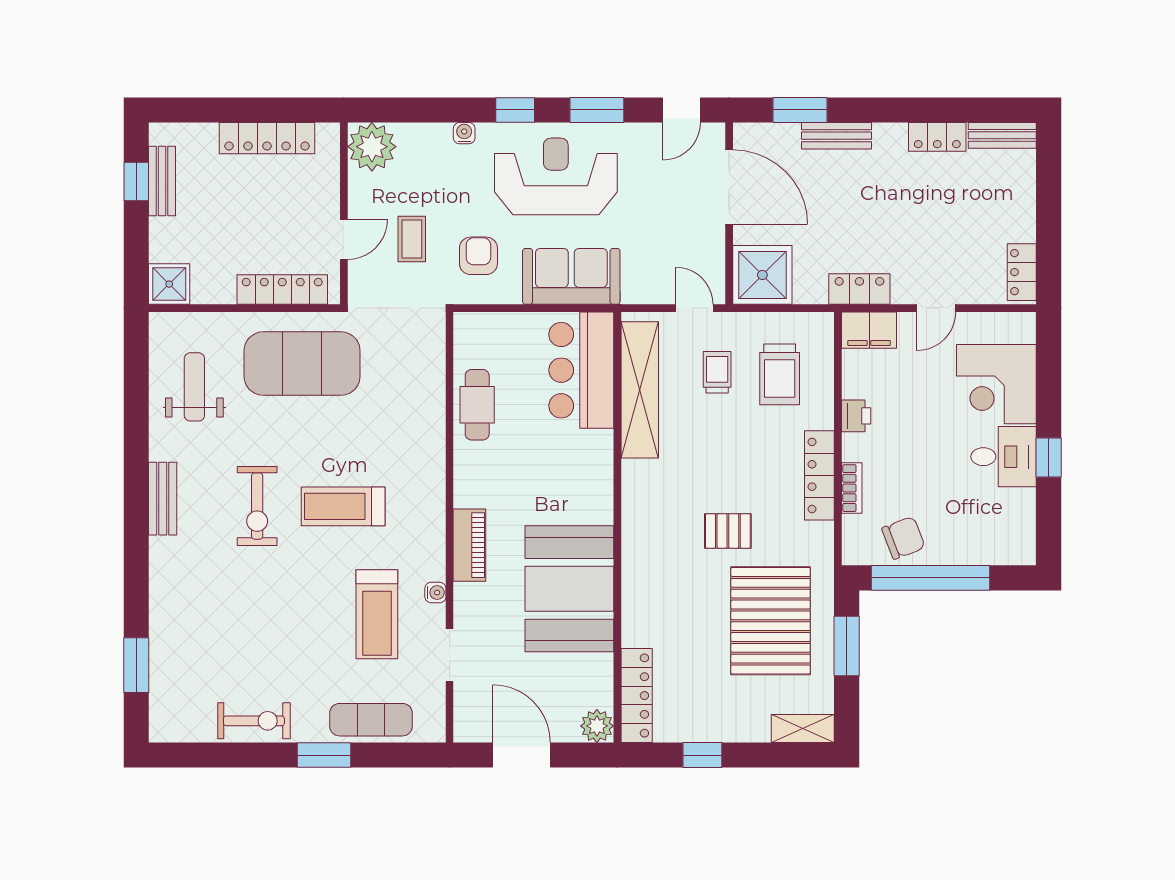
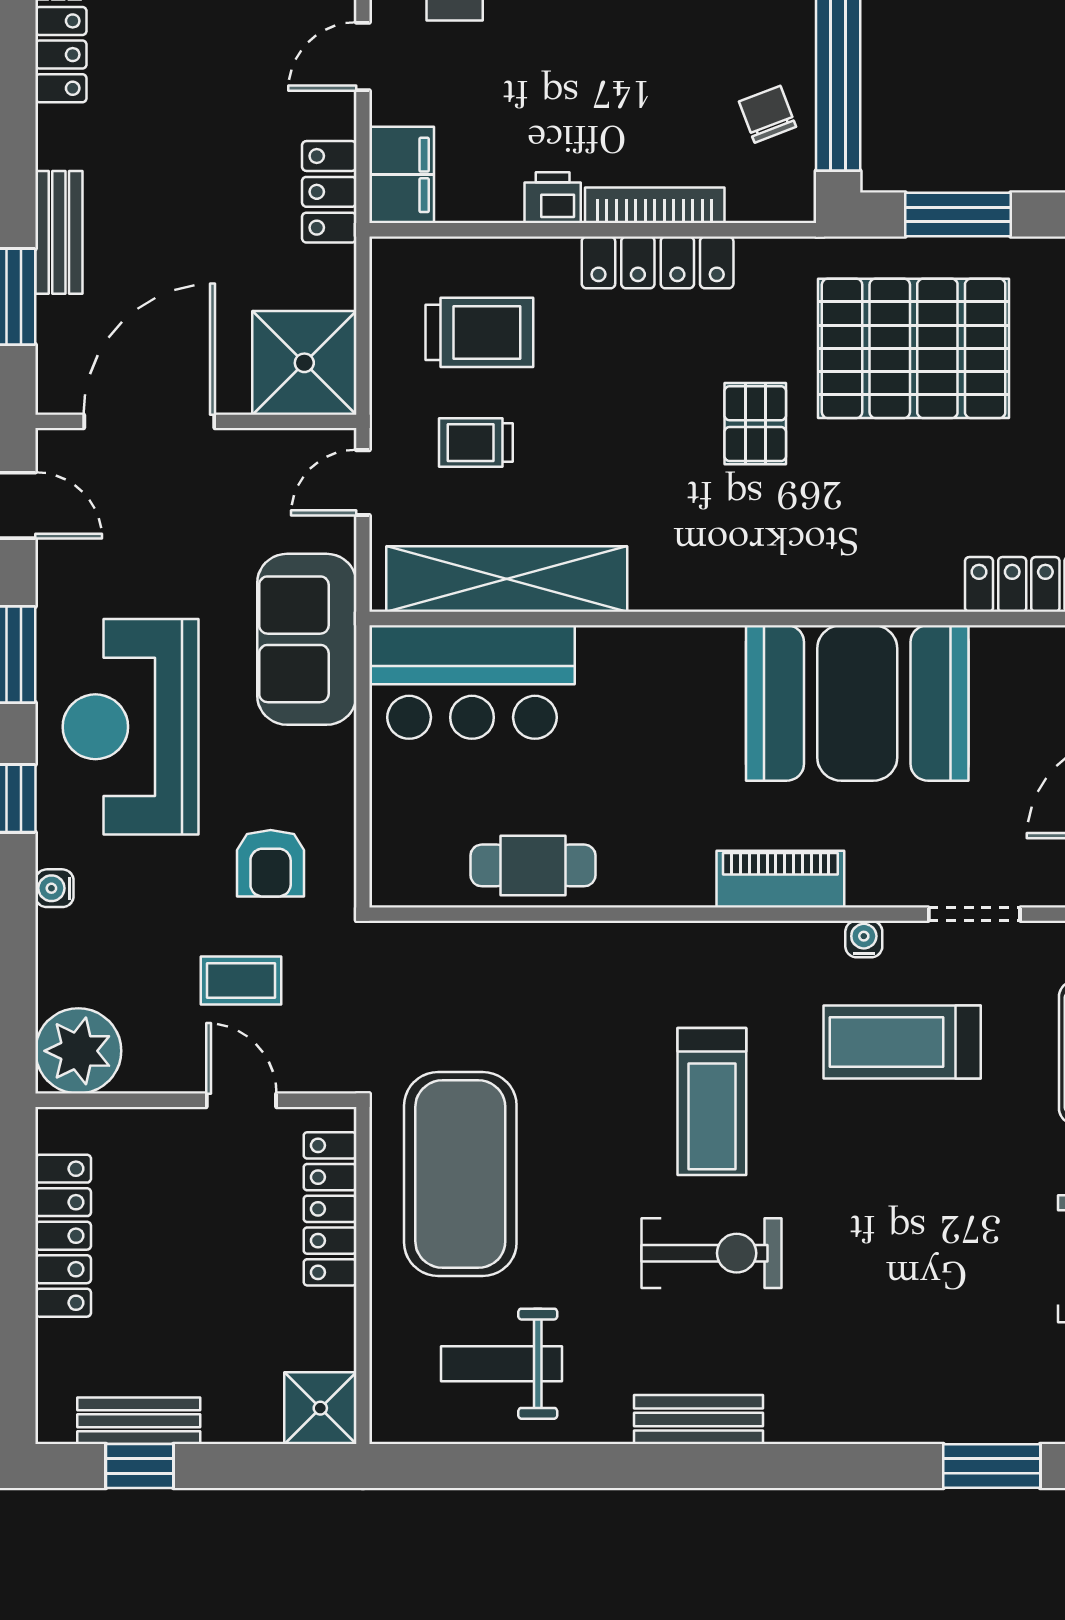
armchair: (478, 256) -> (271, 863), turned -90
sofa: (571, 276) -> (307, 639), moved
door: (936, 308) -> (363, 57), swing flipped
bookcase: (852, 488) -> (655, 205), width x1.56
chair: (903, 538) -> (768, 114), width x0.73, depth x0.73
treadmill: (377, 614) -> (902, 1042), turned 180

